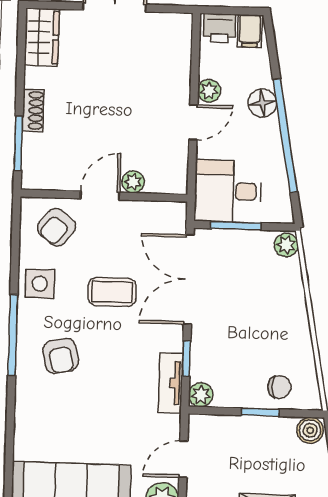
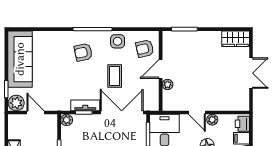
shoe rack: (33, 110) -> (200, 36), removed
door: (100, 195) -> (161, 69), swing flipped
armchair: (57, 227) -> (145, 49), turned -52
tv unit: (171, 383) -> (85, 105), moved

